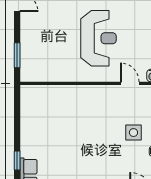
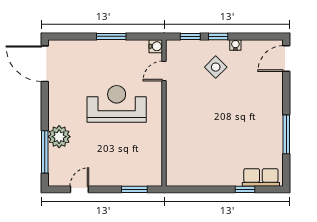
side table: (133, 133) -> (216, 67), turned 45

